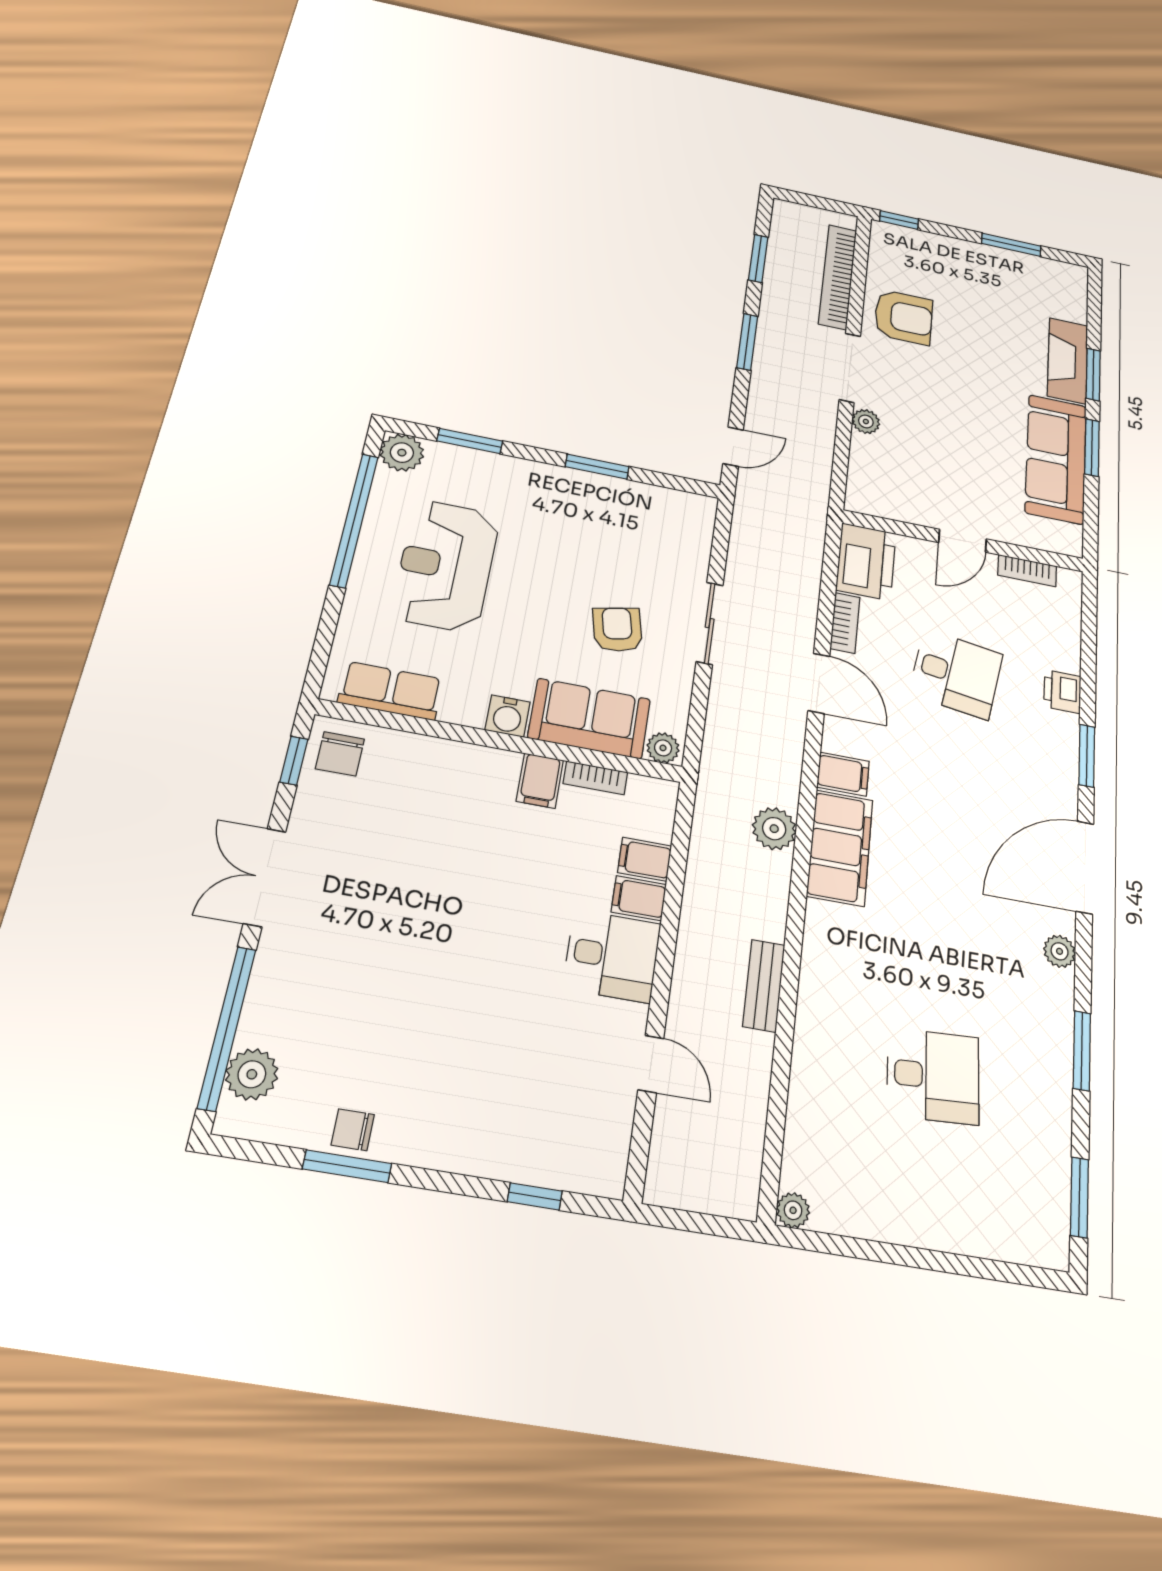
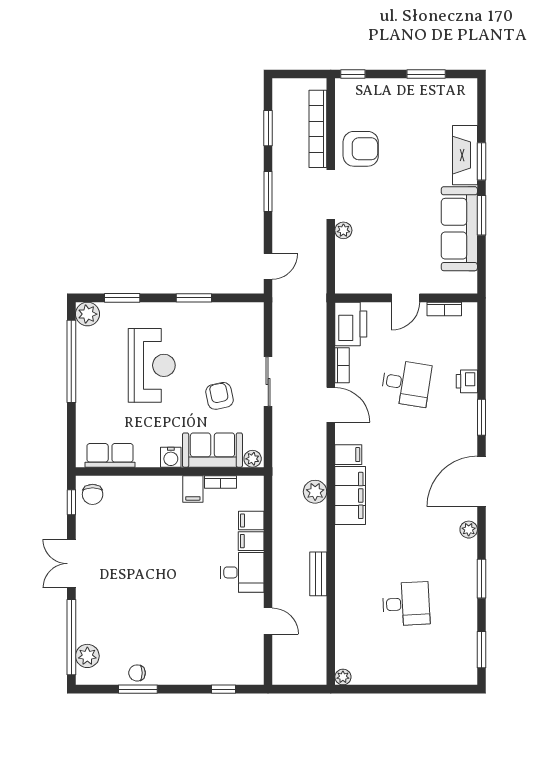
reception desk: (446, 565) -> (152, 365), moved, turned 180

